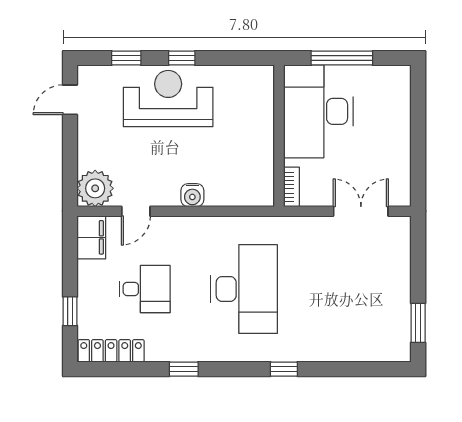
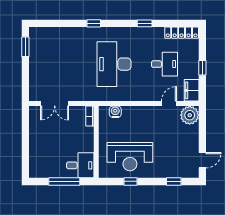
window: (182, 58) -> (130, 181), moved
reception desk: (168, 99) -> (130, 157), moved
desk: (318, 111) -> (80, 165), width x0.53, depth x0.77
water cooler: (192, 195) -> (115, 112), moved
desk: (145, 289) -> (165, 64), turned 180
window: (70, 311) -> (202, 68), moved

